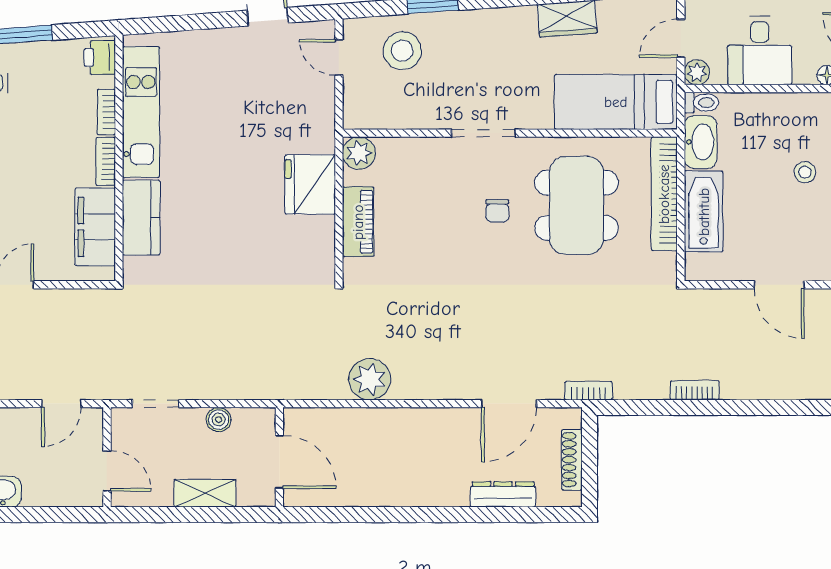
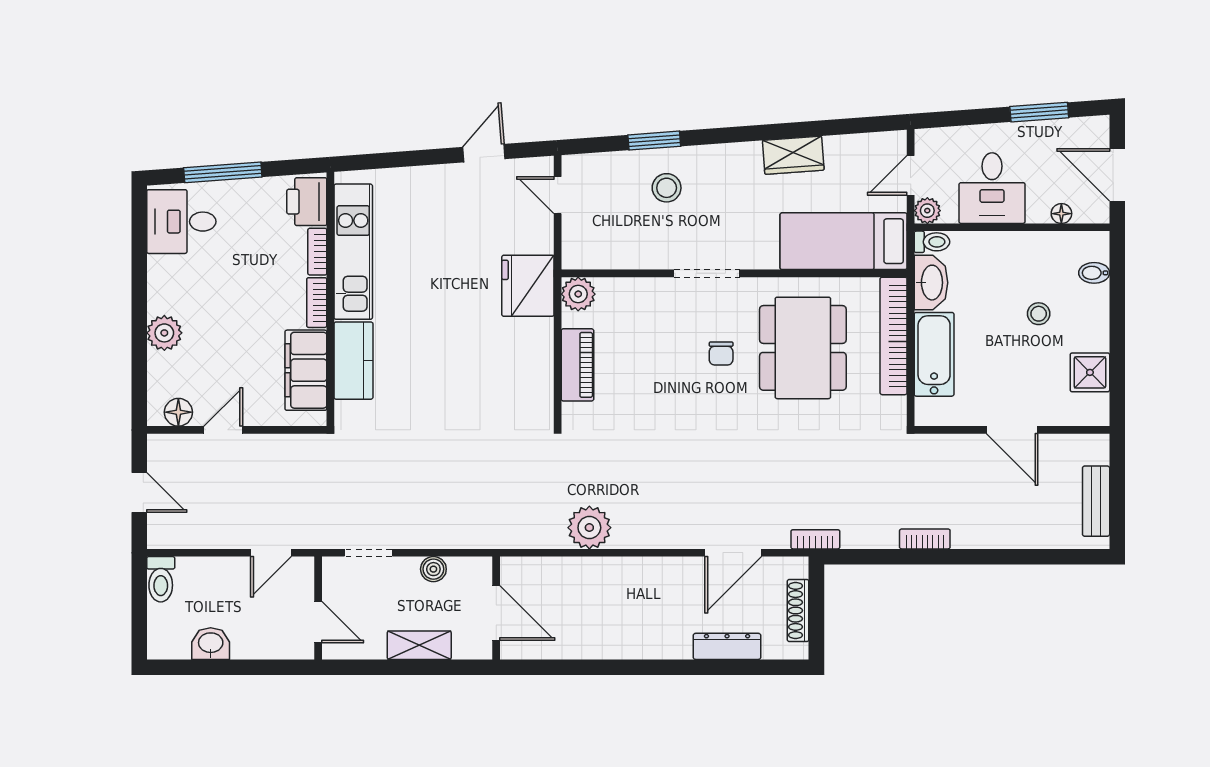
stool: (402, 51) -> (667, 188), moved, width x0.73, depth x0.73
printer: (100, 57) -> (307, 202), width x1.36, depth x1.24
fridge: (310, 184) -> (528, 286), moved

